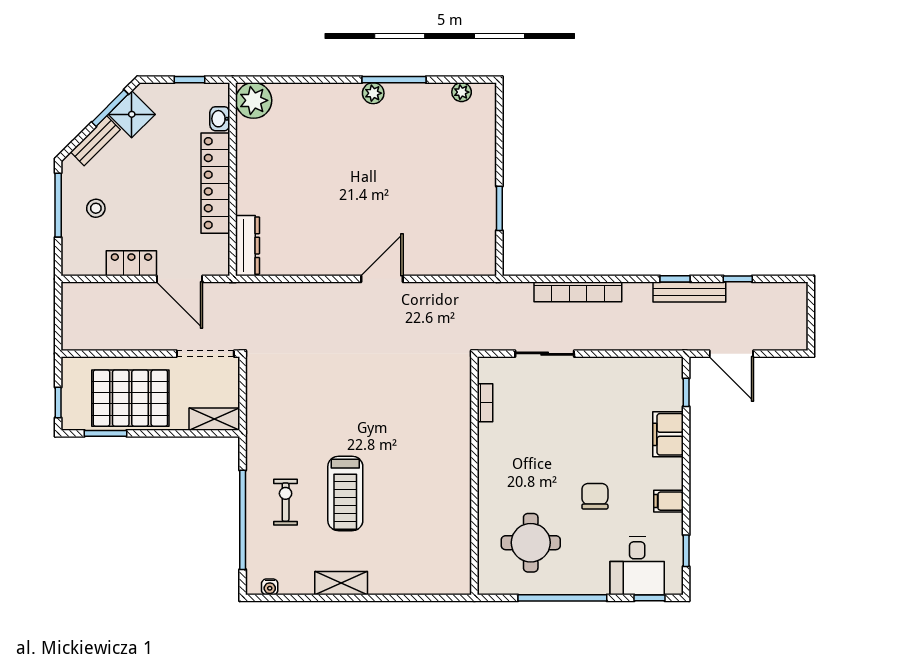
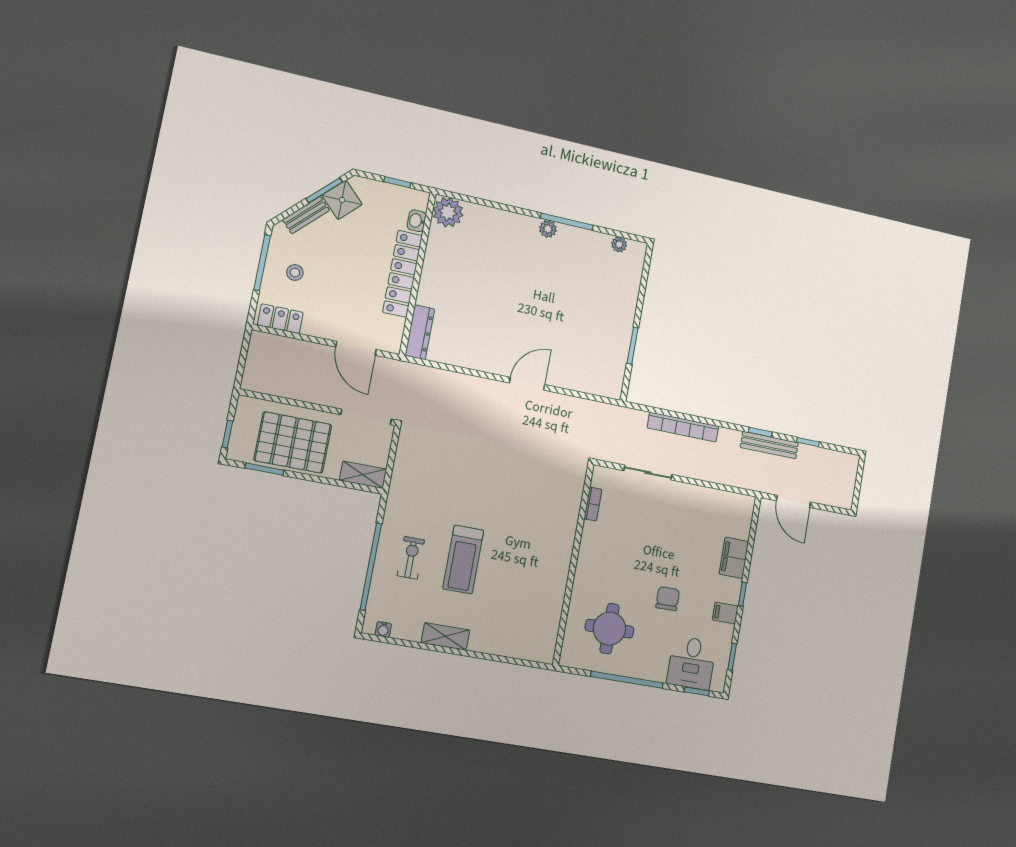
locker: (131, 263) -> (280, 319), moved
window: (686, 392) -> (742, 594), moved

